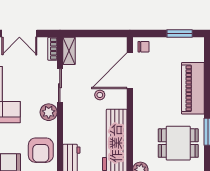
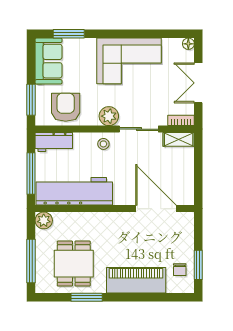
chair: (144, 47) -> (180, 270), moved
stool: (100, 95) -> (103, 144), moved
armchair: (41, 150) -> (66, 107), turned 90

